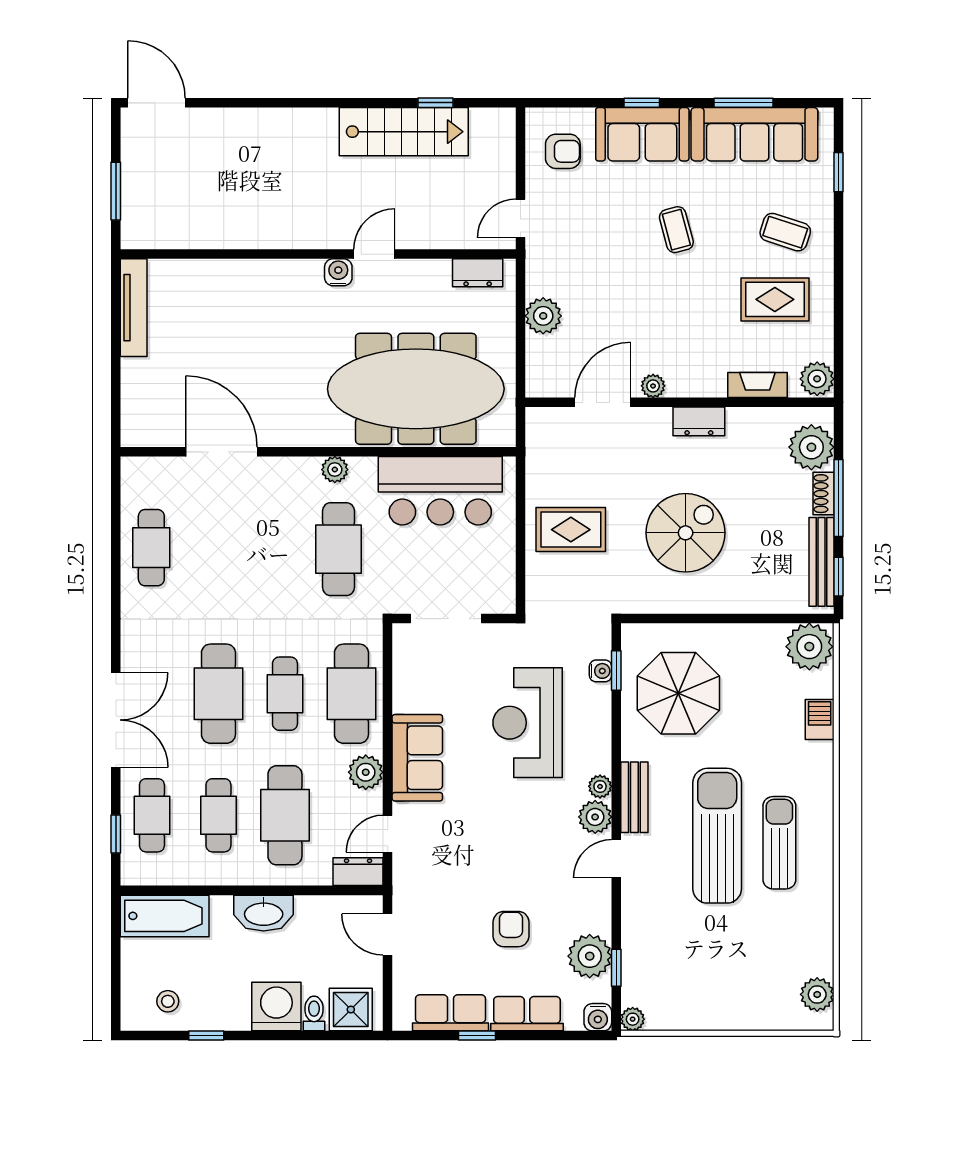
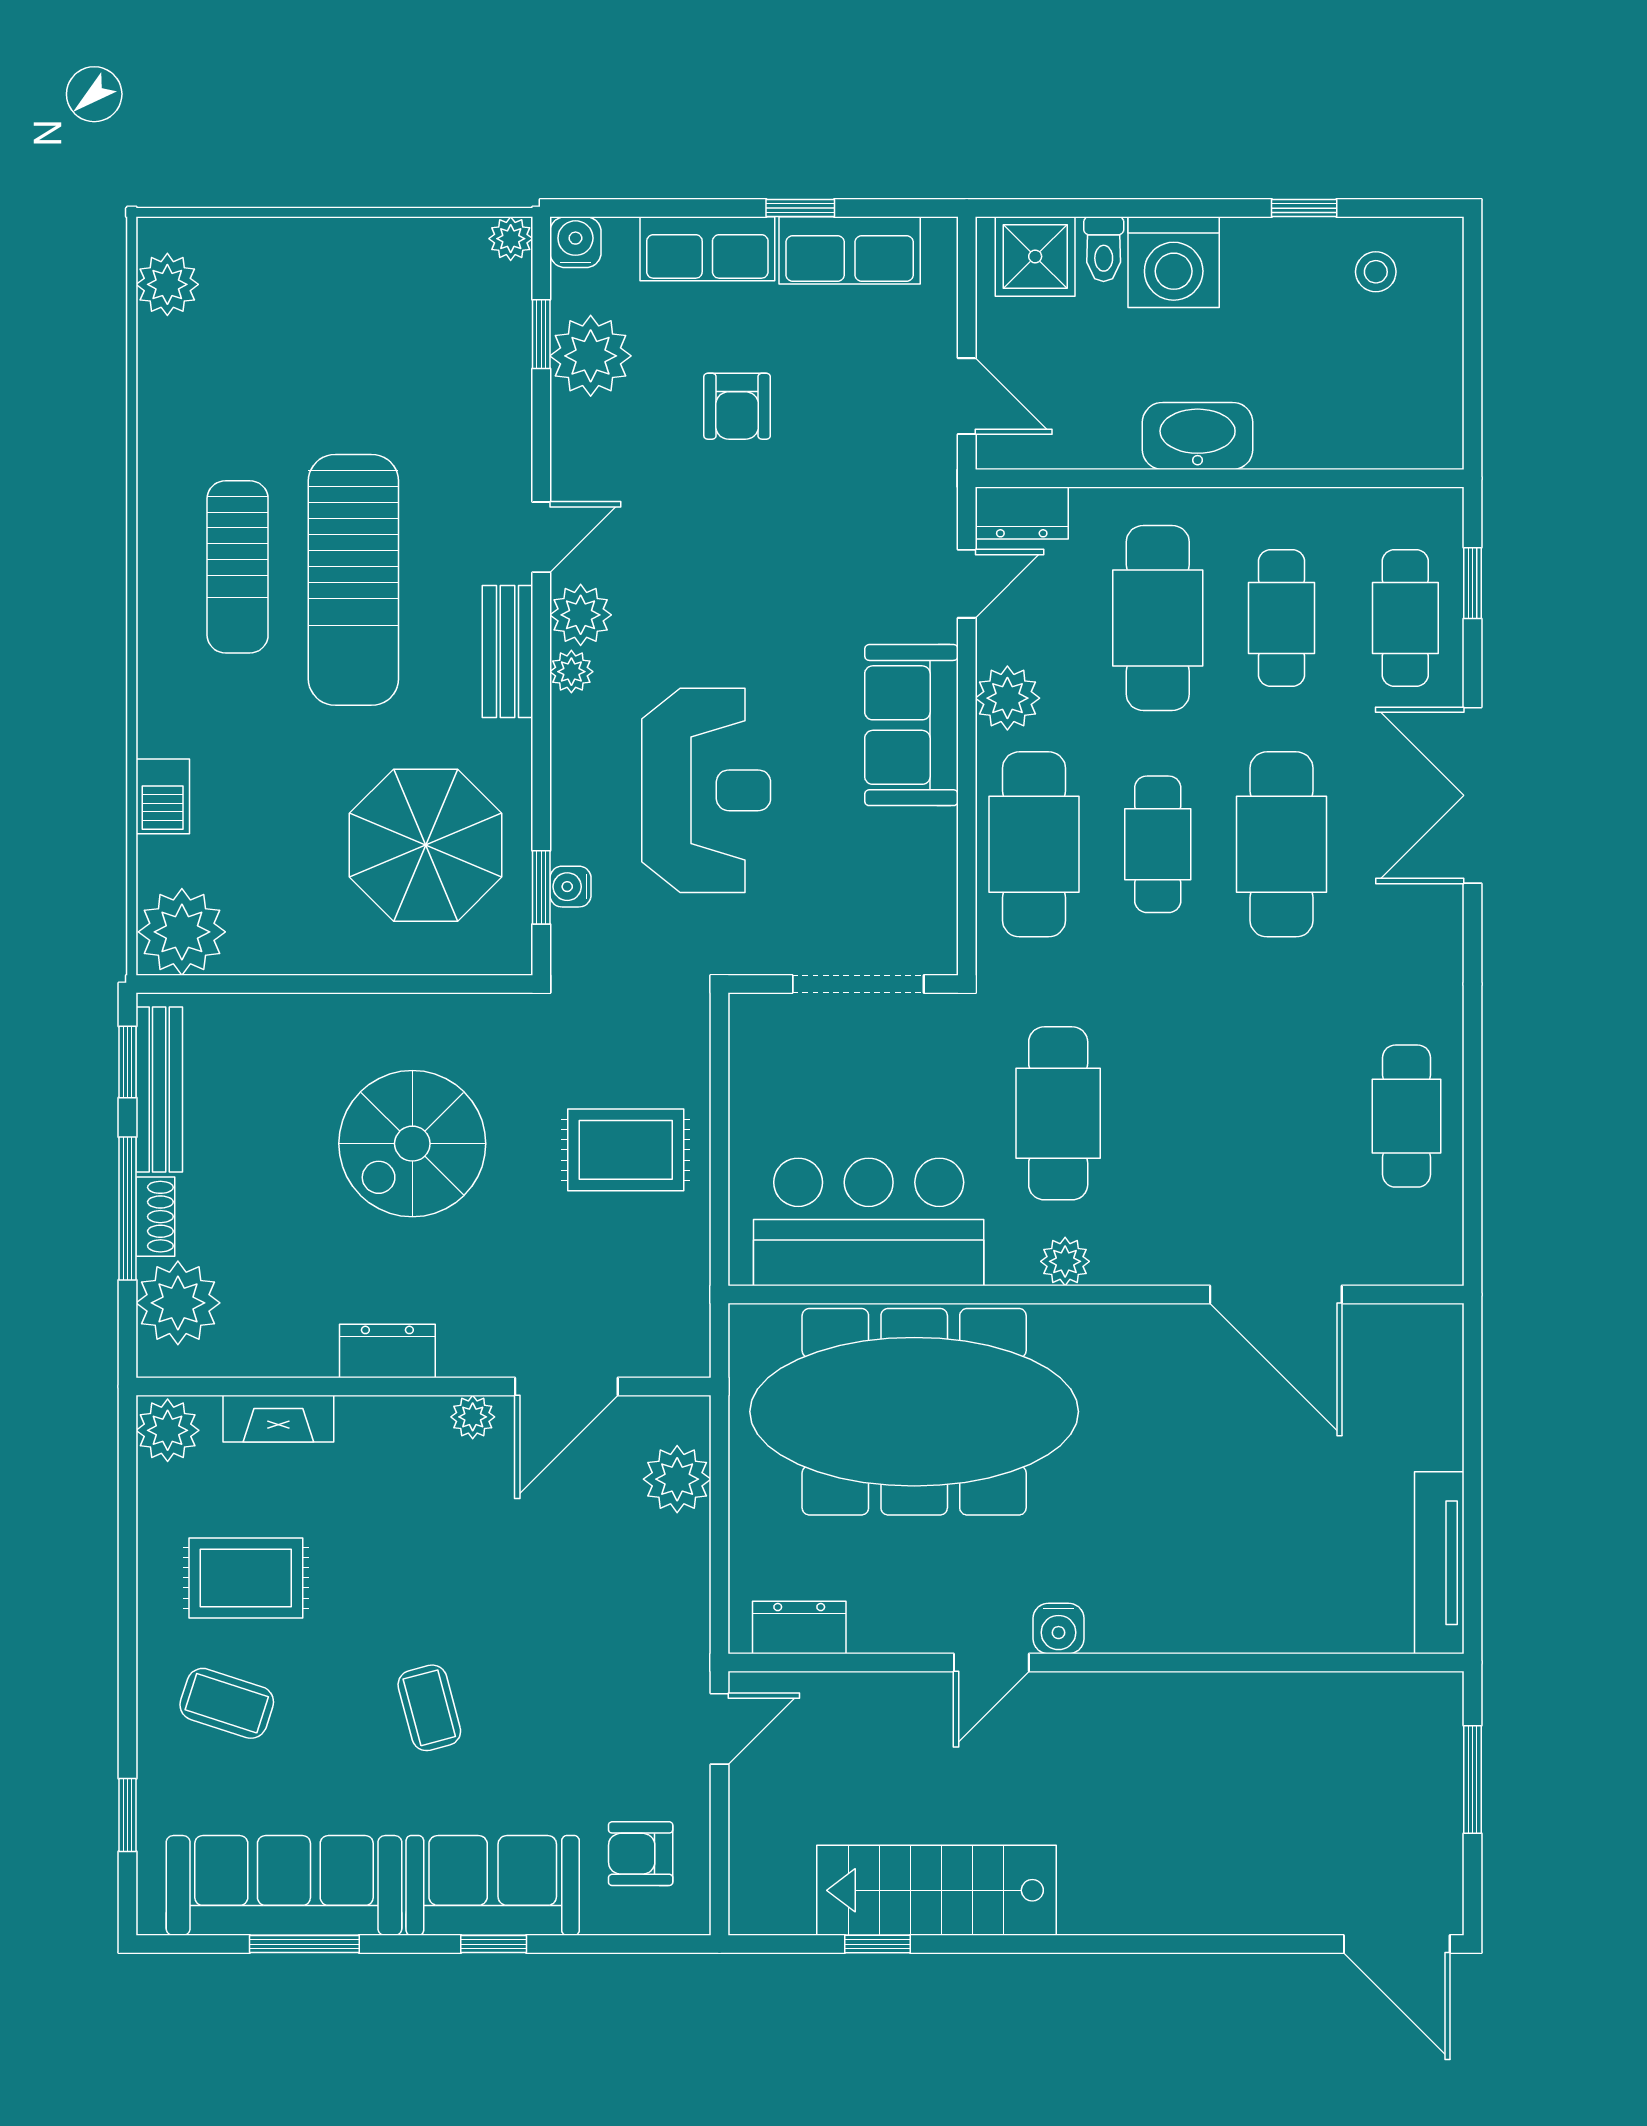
plant: (543, 316) -> (677, 1479), moved
bathtub: (165, 916) -> (1382, 431), removed

